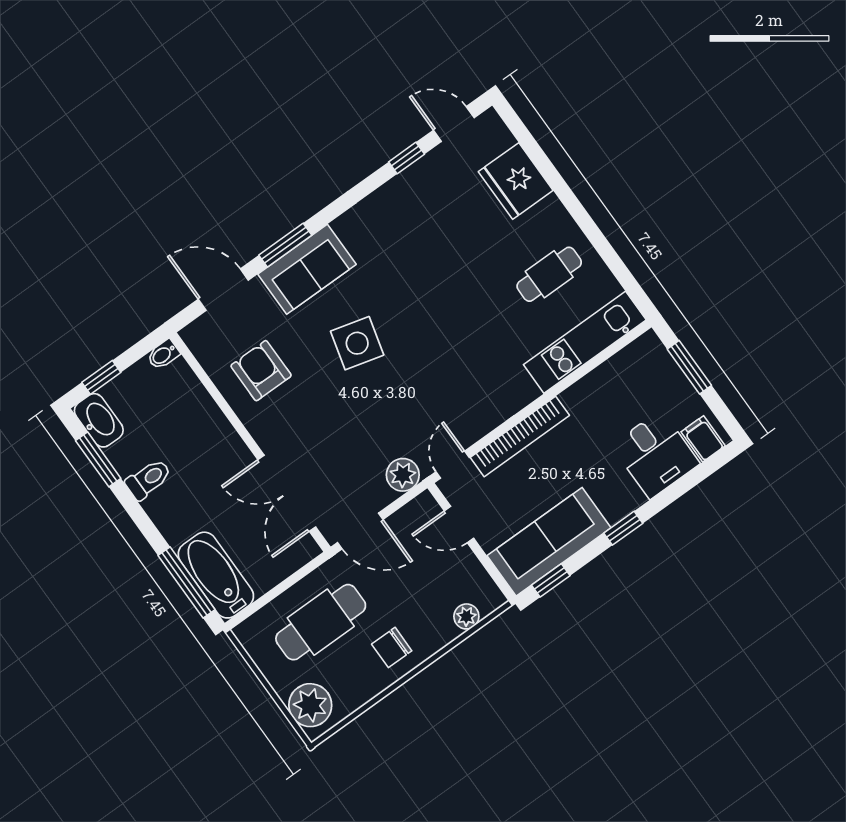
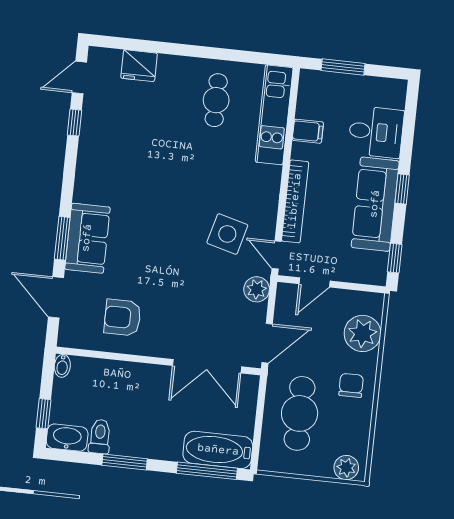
fridge: (516, 181) -> (139, 66), width x0.73, depth x0.75
door: (223, 290) -> (56, 297), hinge flipped
side table: (357, 343) -> (227, 234), moved
filing cabinet: (703, 439) -> (308, 131), moved, turned 180
window: (98, 459) -> (125, 462), moved
toilet: (148, 479) -> (100, 436), moved
sofa: (549, 542) -> (375, 204), moved
plant: (466, 616) -> (363, 333), width x1.87, depth x1.87
chair: (392, 647) -> (351, 385), turned 180
plant: (310, 705) -> (346, 468), width x0.73, depth x0.73

